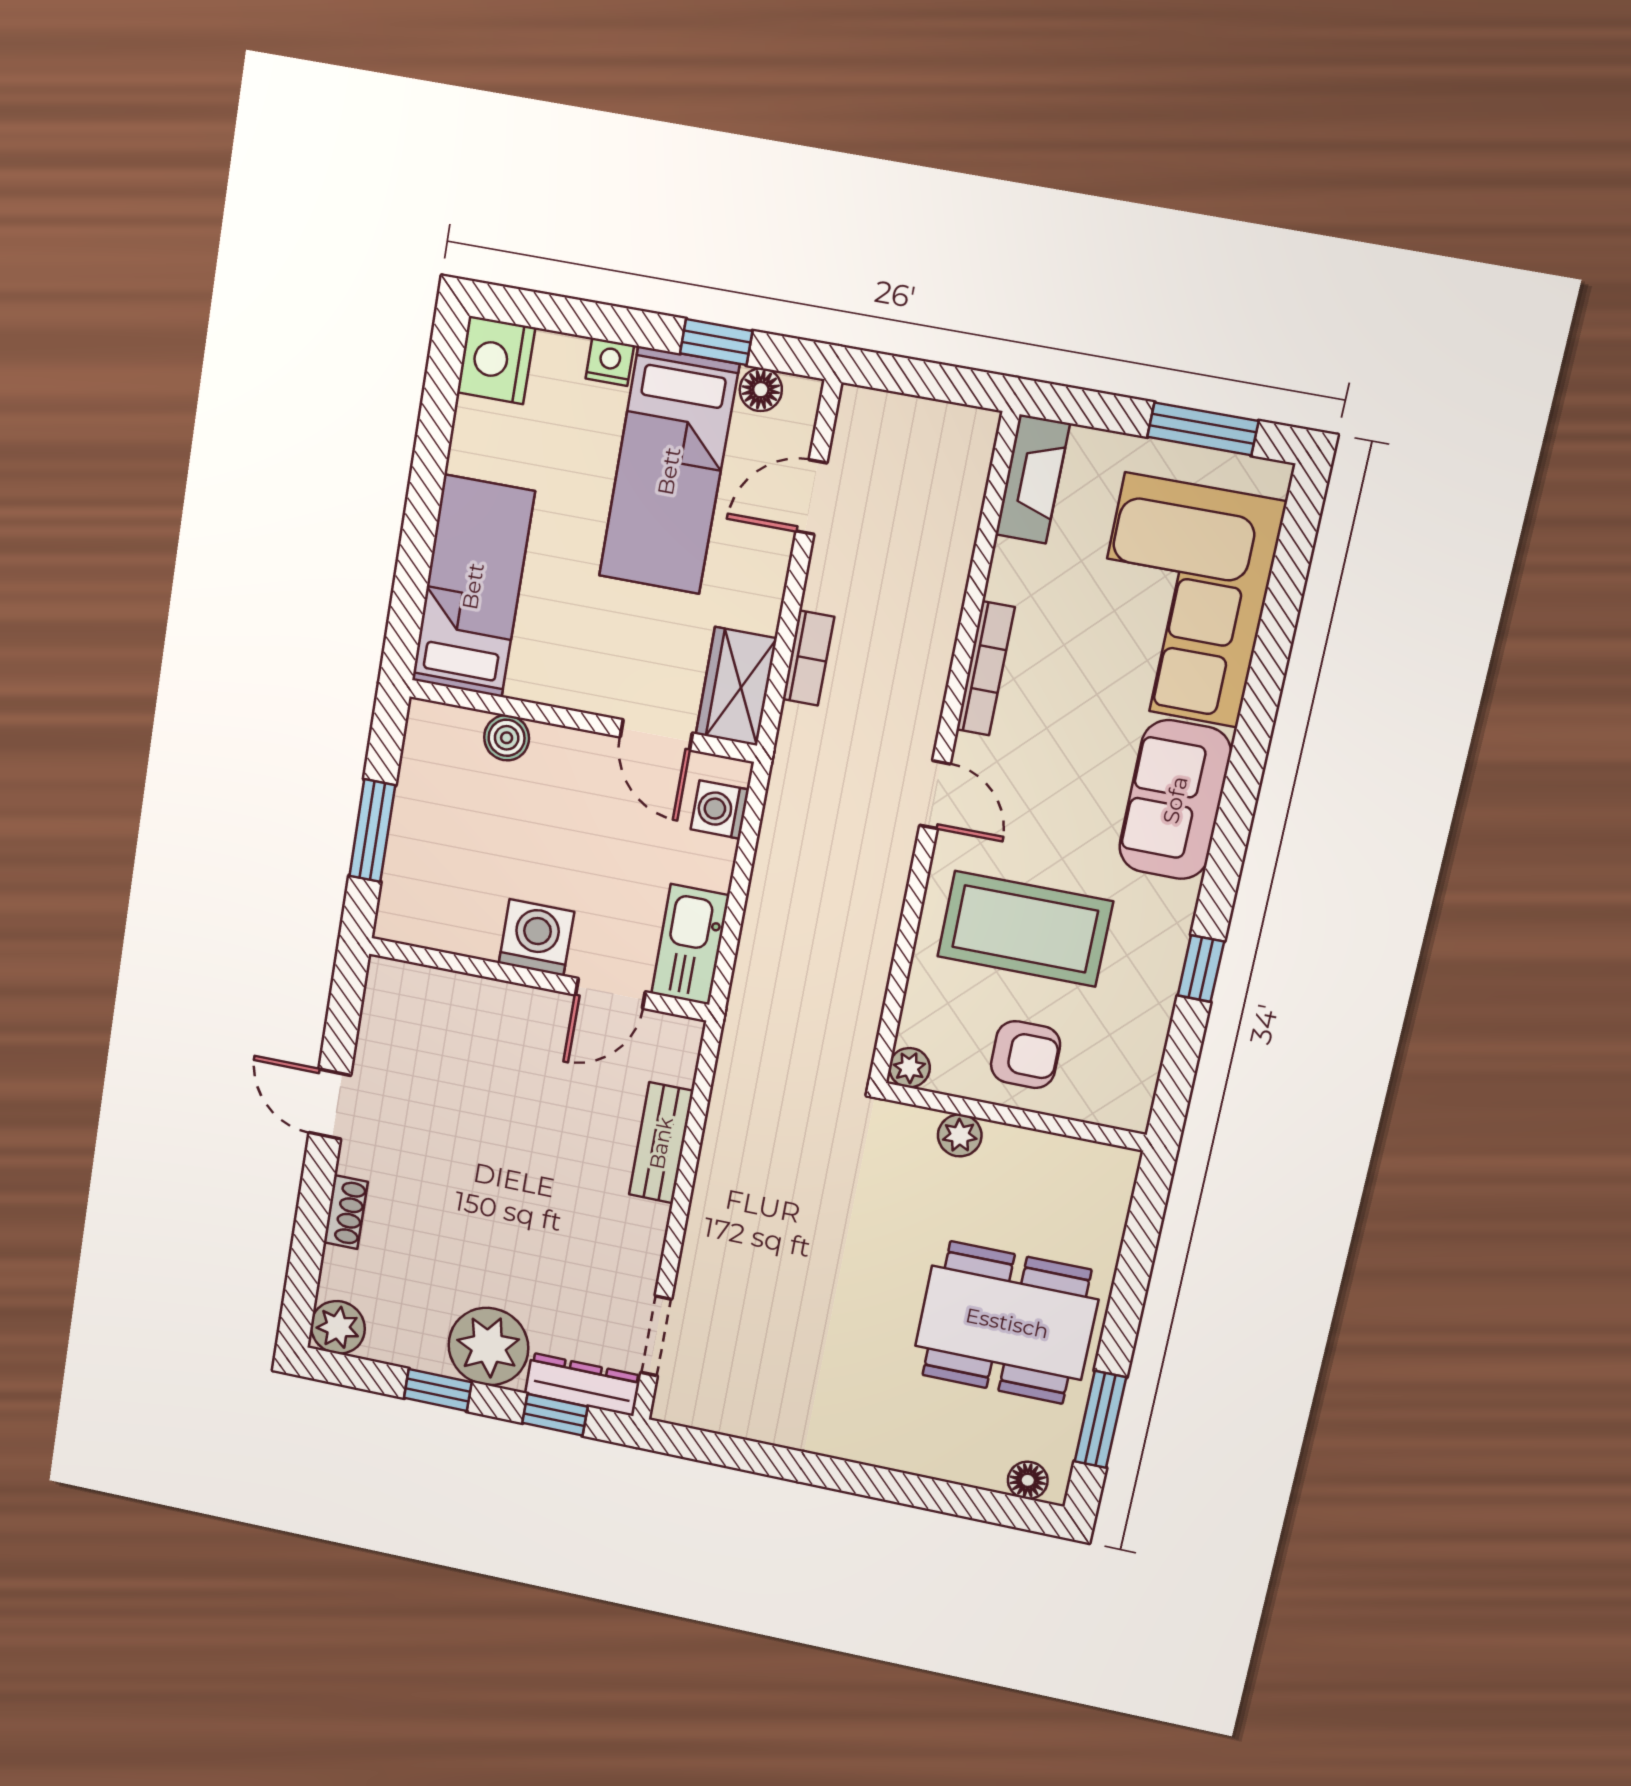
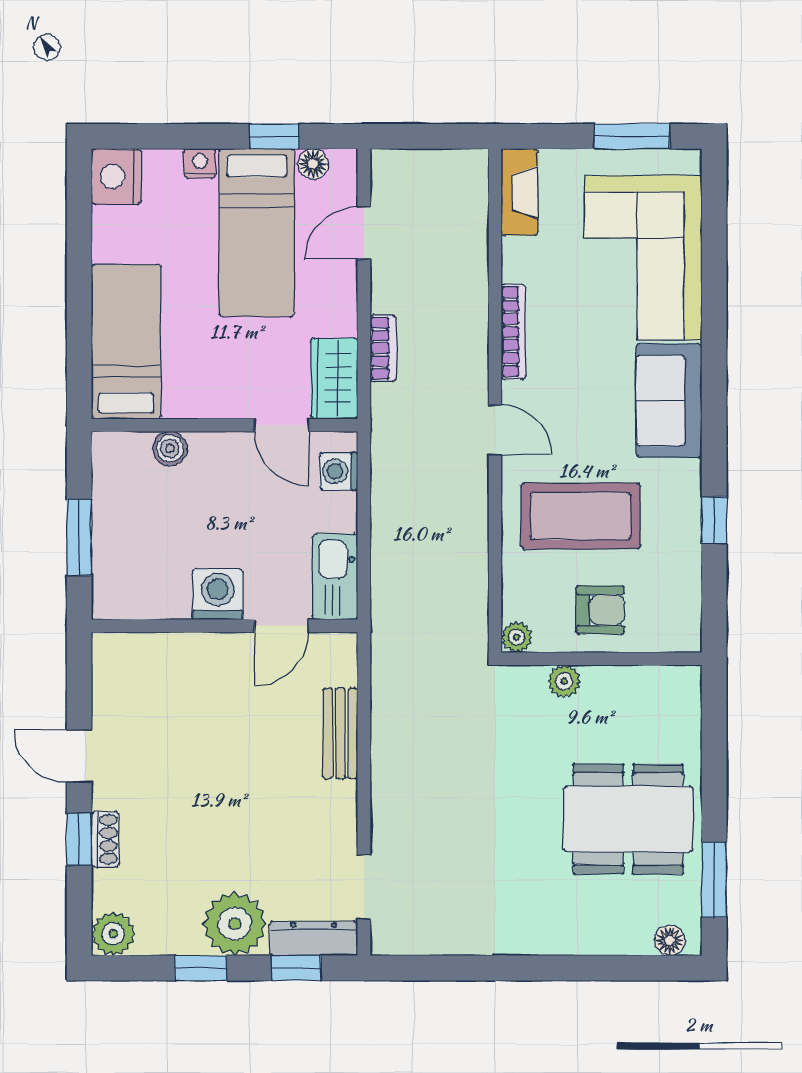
window: (314, 1206) -> (79, 839), added

